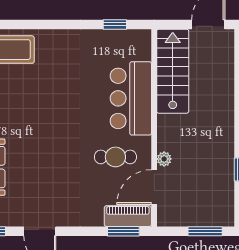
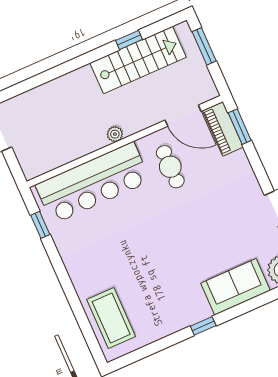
stairs: (173, 71) -> (138, 60), moved, turned 180
bar counter: (131, 98) -> (93, 183), width x1.36
plant: (164, 159) -> (115, 134), moved

